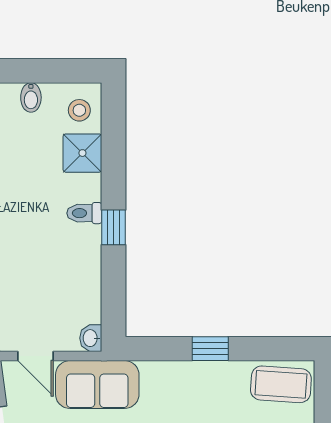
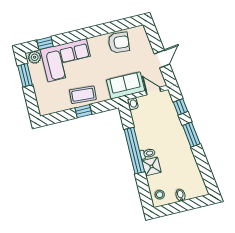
shower: (82, 153) -> (152, 166), moved
window: (114, 227) -> (134, 151), width x3.17
coffee table: (281, 384) -> (83, 95), moved

